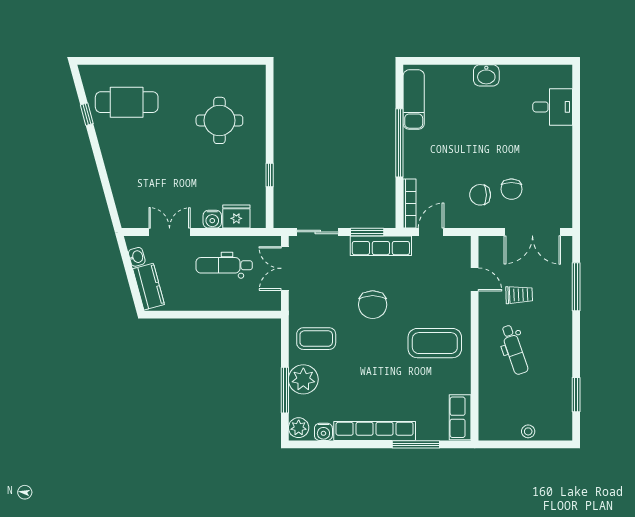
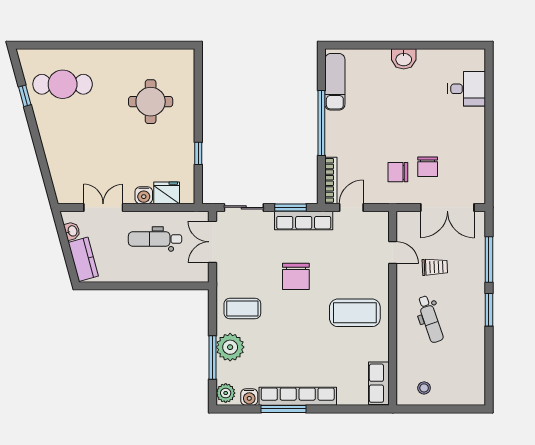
window: (576, 395) -> (489, 310), moved
stool: (528, 431) -> (424, 388), moved
window: (416, 444) -> (284, 409), moved

